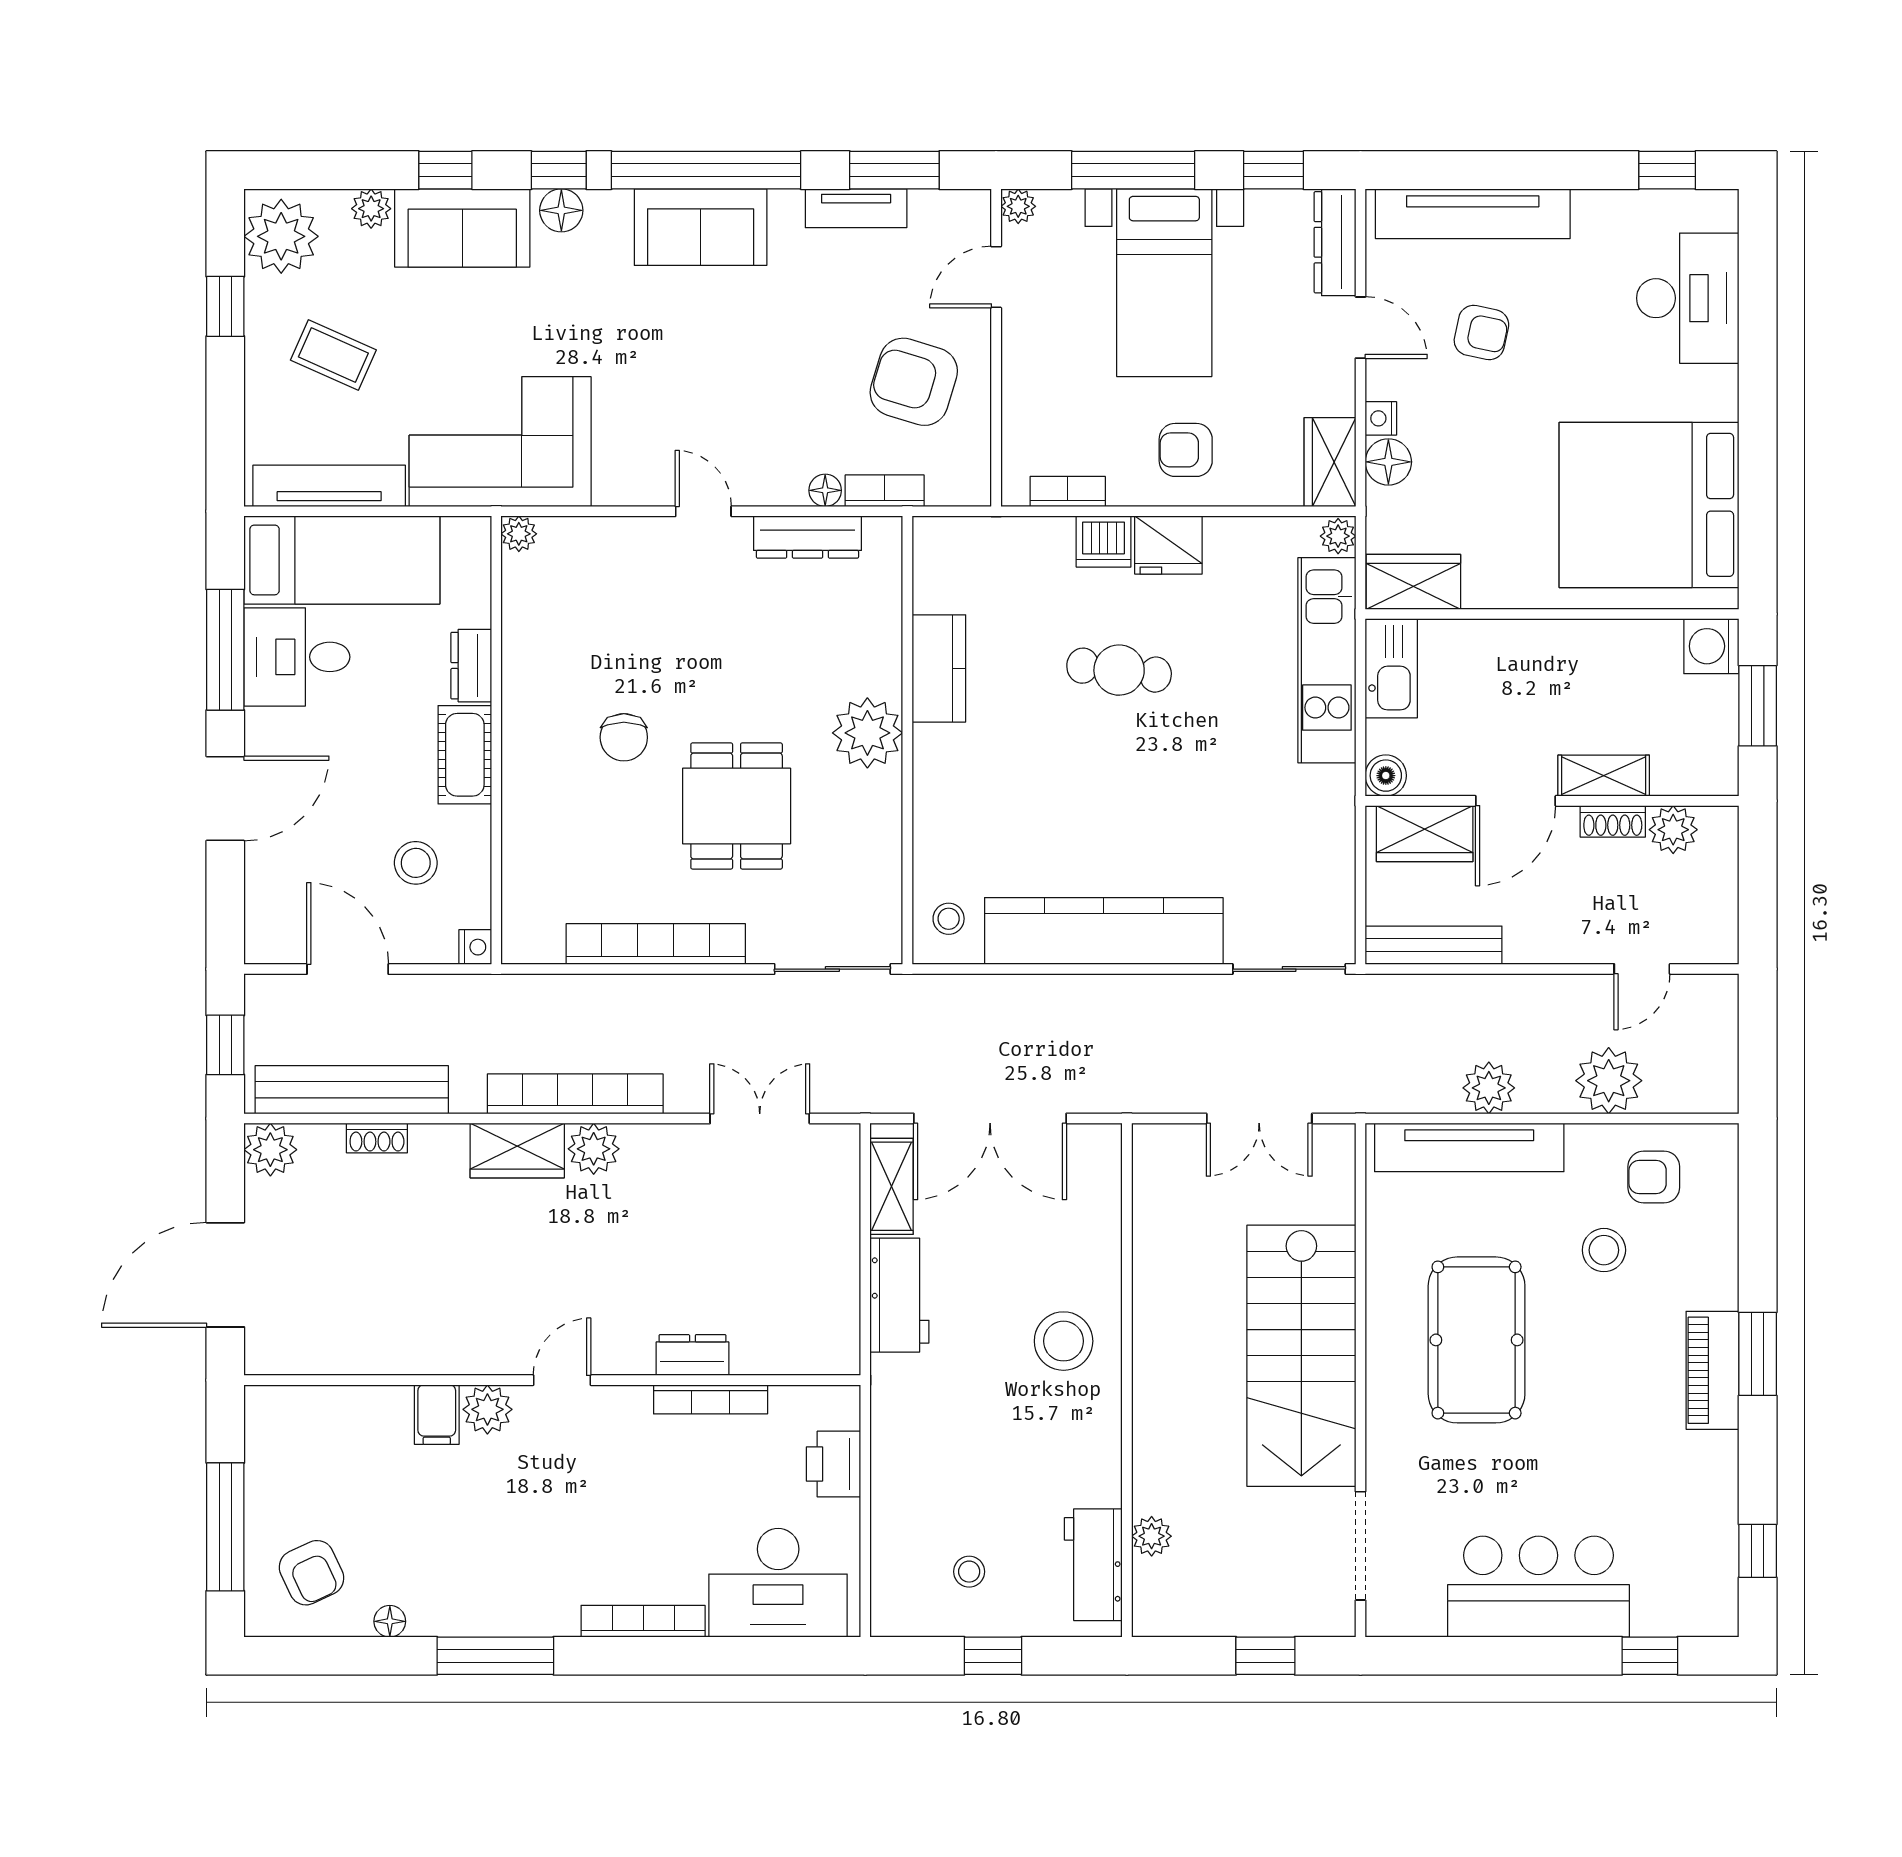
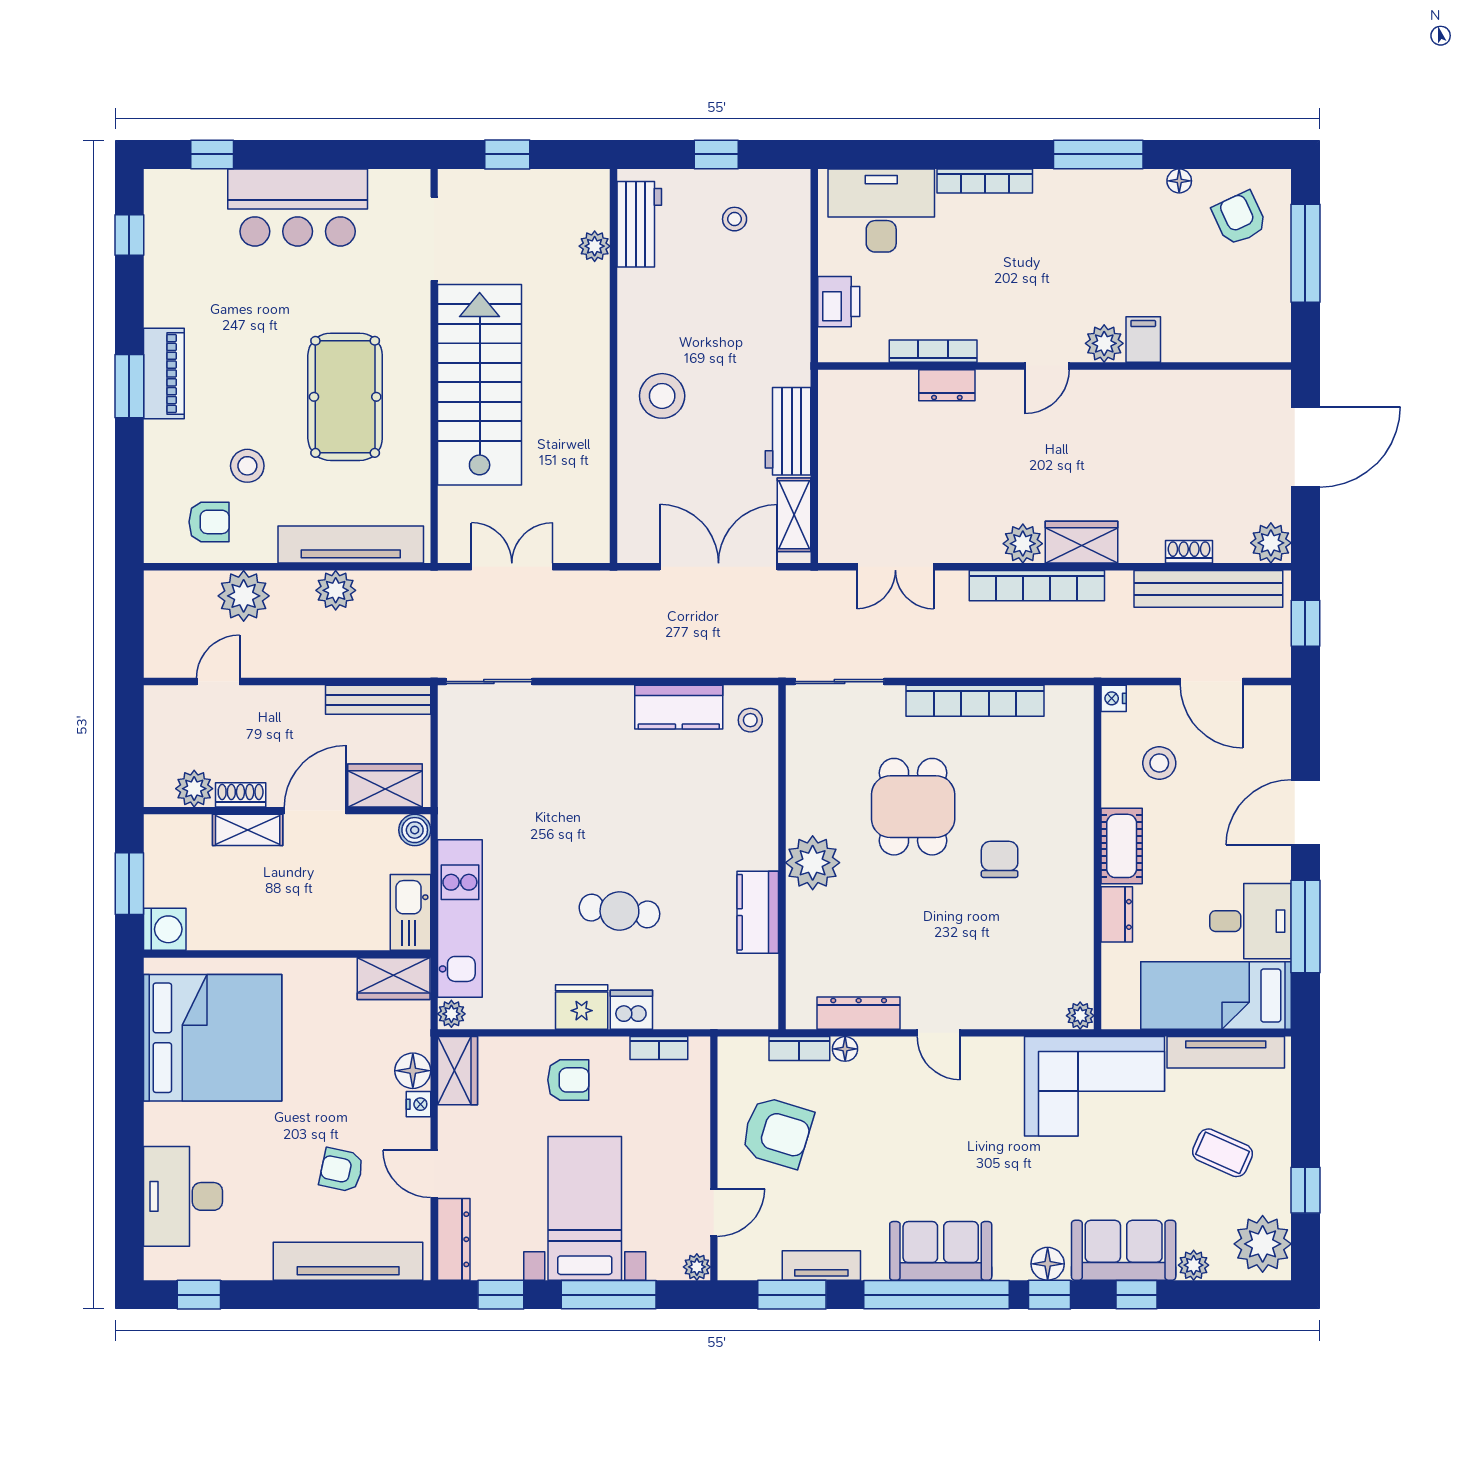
kitchen counter: (1104, 931) -> (679, 707), width x0.48, depth x0.86

